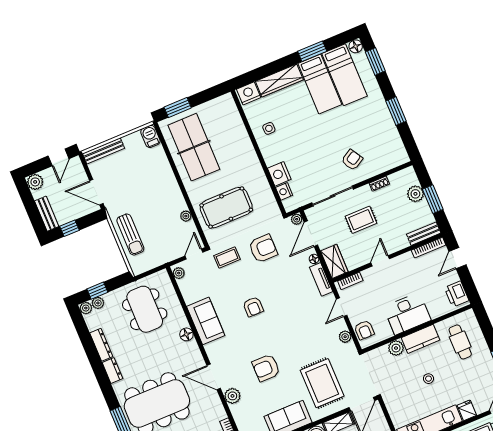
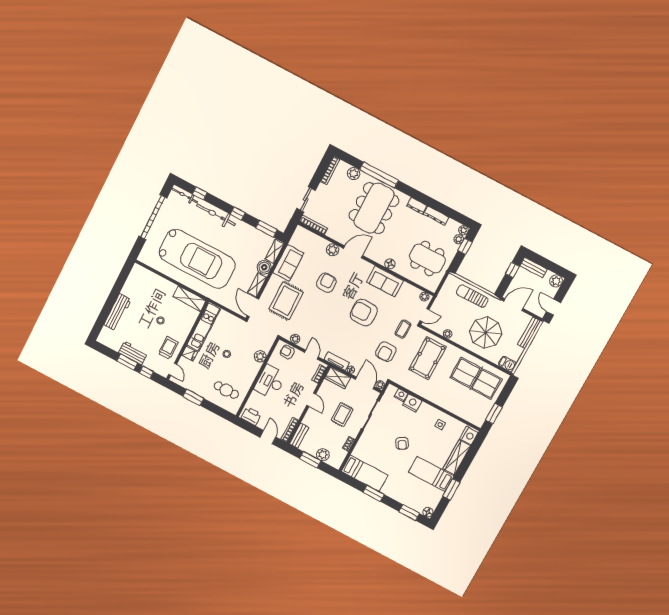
bed: (344, 75) -> (365, 473), moved, turned 180
window: (178, 107) -> (494, 414), moved
armchair: (352, 160) -> (402, 443), moved
parasol: (147, 186) -> (486, 333), added
door: (194, 254) -> (424, 315), hinge flipped
armchair: (253, 307) -> (364, 313), width x1.88, depth x1.88
kitchen counter: (421, 339) -> (250, 373), removed
rug: (322, 383) -> (286, 301), turned 90

